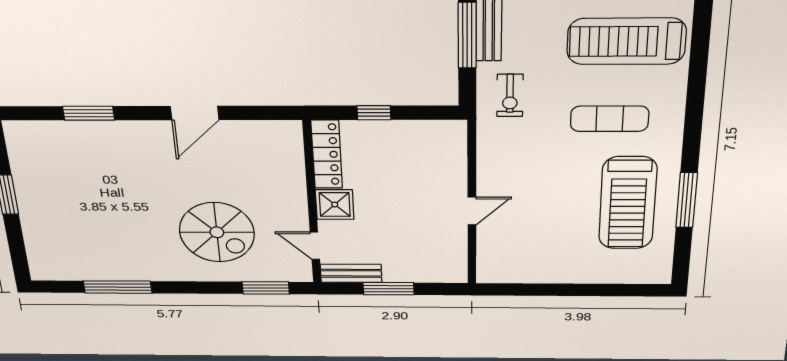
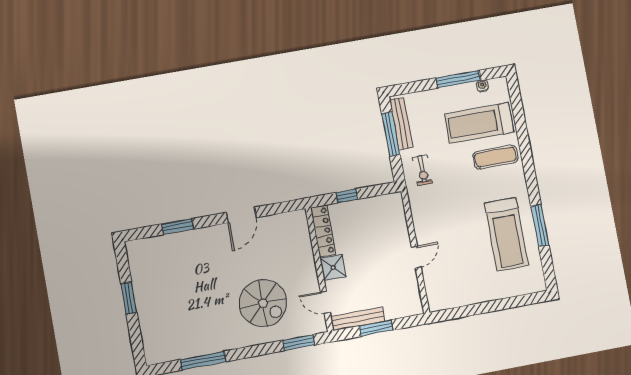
exercise mat: (610, 119) -> (495, 157), moved
bench: (351, 273) -> (358, 319), width x1.36

